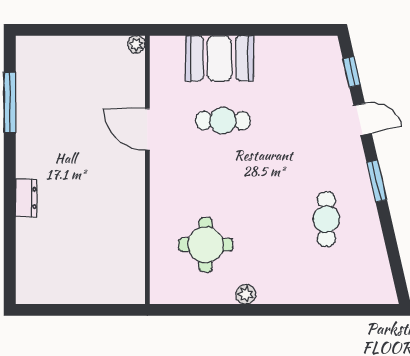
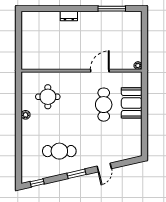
window: (352, 72) -> (37, 183), moved
cafe table: (223, 121) -> (104, 105), width x1.37, depth x1.35
cafe table: (326, 219) -> (59, 151), width x1.37, depth x1.35

